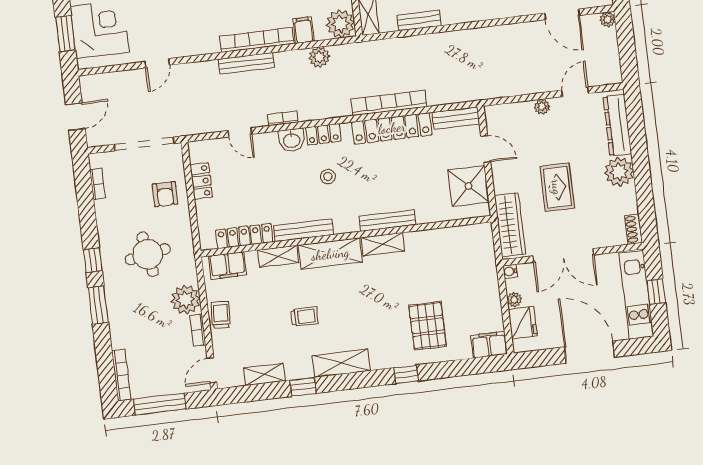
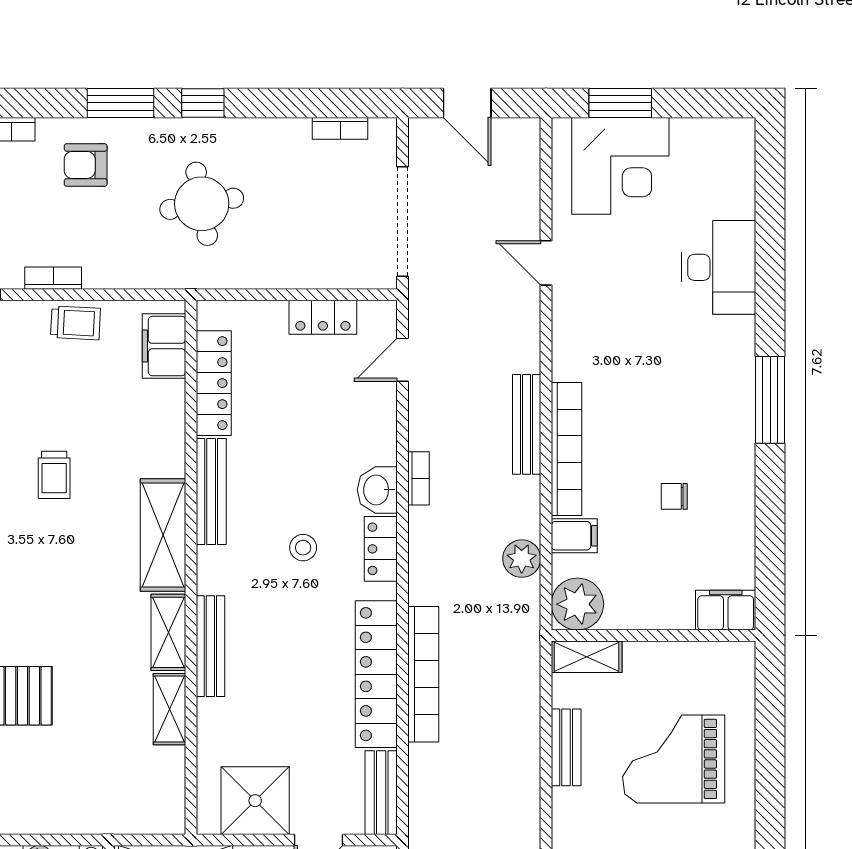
door: (240, 132) -> (402, 360), moved
armchair: (165, 194) -> (86, 165), moved
shelving: (278, 256) -> (169, 709), moved
plant: (186, 300) -> (111, 263), removed

